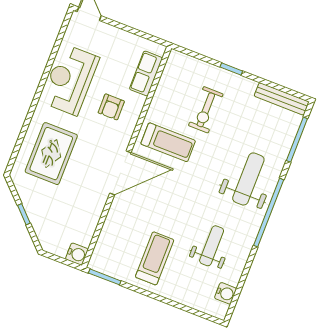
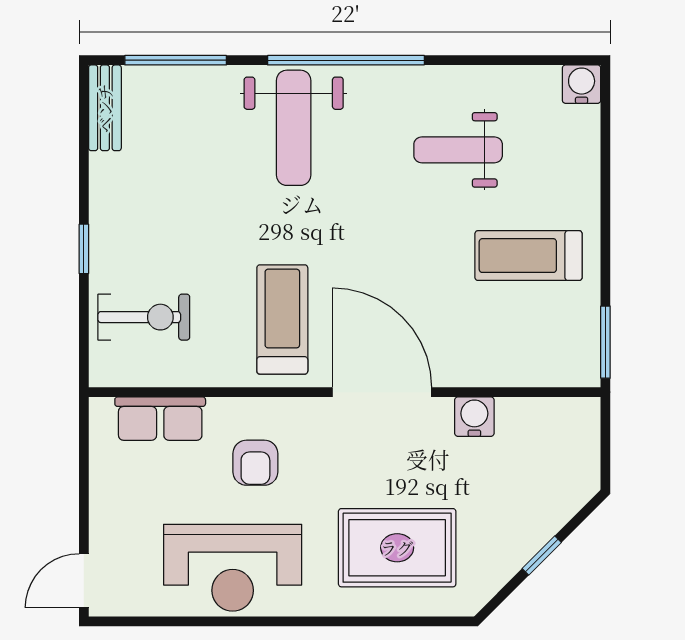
bench: (282, 99) -> (105, 108), width x0.73
armchair: (111, 107) -> (255, 463), turned 90
exercise bike: (206, 110) -> (144, 317), moved
weight bench: (248, 179) -> (294, 128), turned -90
water cooler: (77, 254) -> (474, 417), moved
water cooler: (226, 293) -> (582, 84), moved

